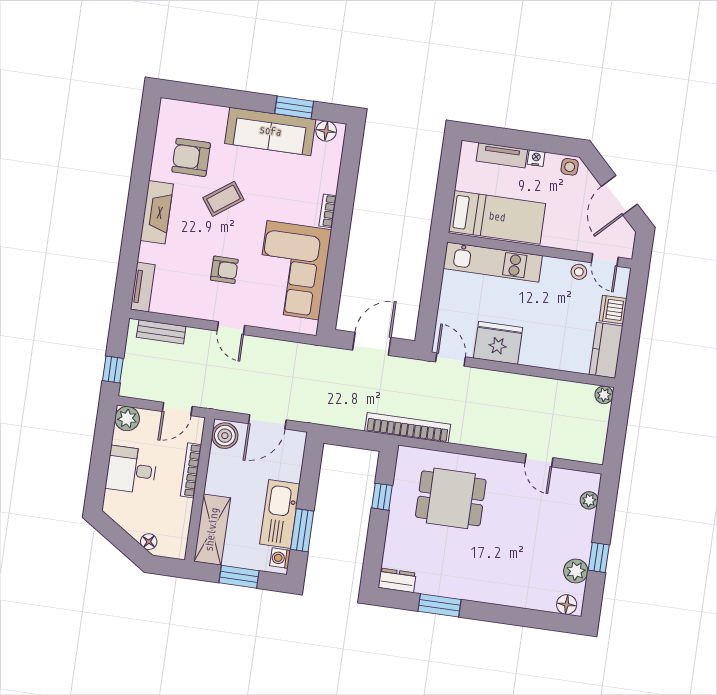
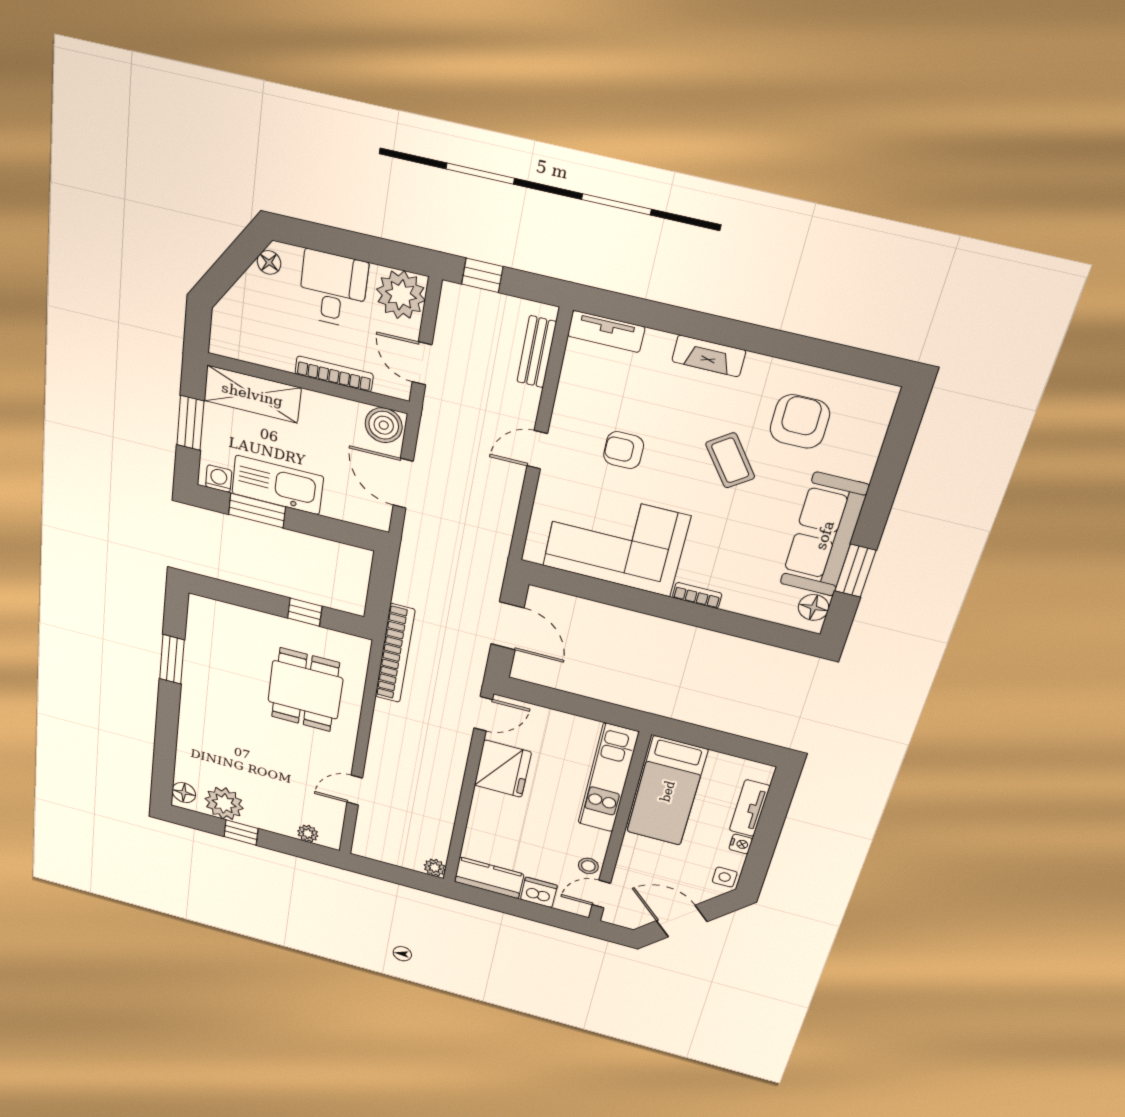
fireplace: (157, 212) -> (709, 356), width x0.73, depth x0.76
armchair: (224, 270) -> (624, 450), turned 90
plant: (127, 419) -> (401, 295), width x1.36, depth x1.36
floor lamp: (149, 542) -> (269, 262), moved
plant: (576, 571) -> (224, 803), width x1.36, depth x1.36
dresser: (397, 580) -> (199, 616), removed

